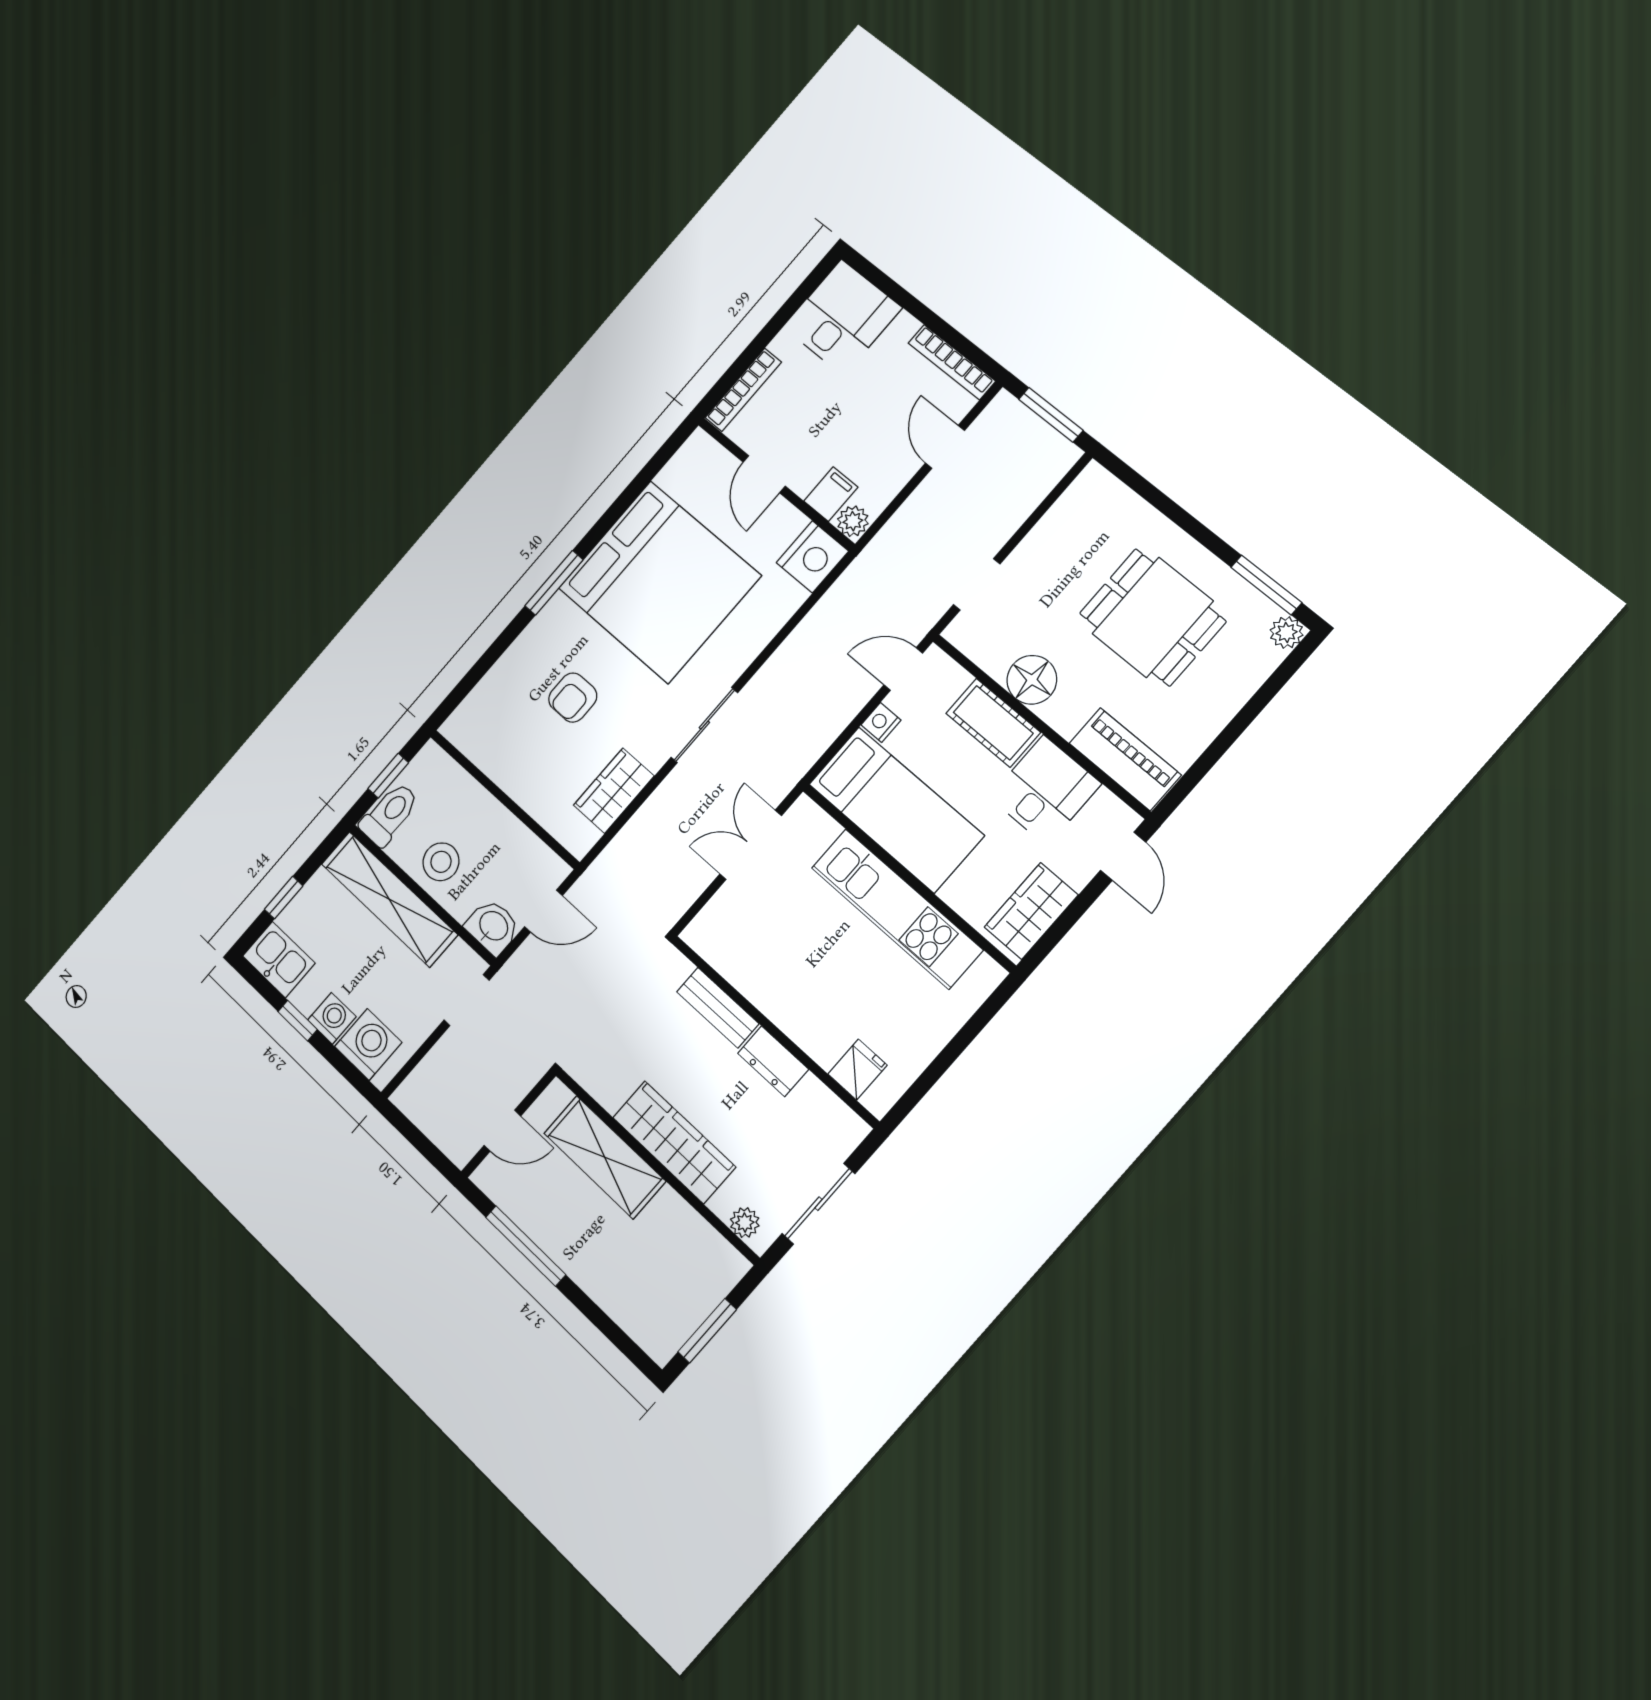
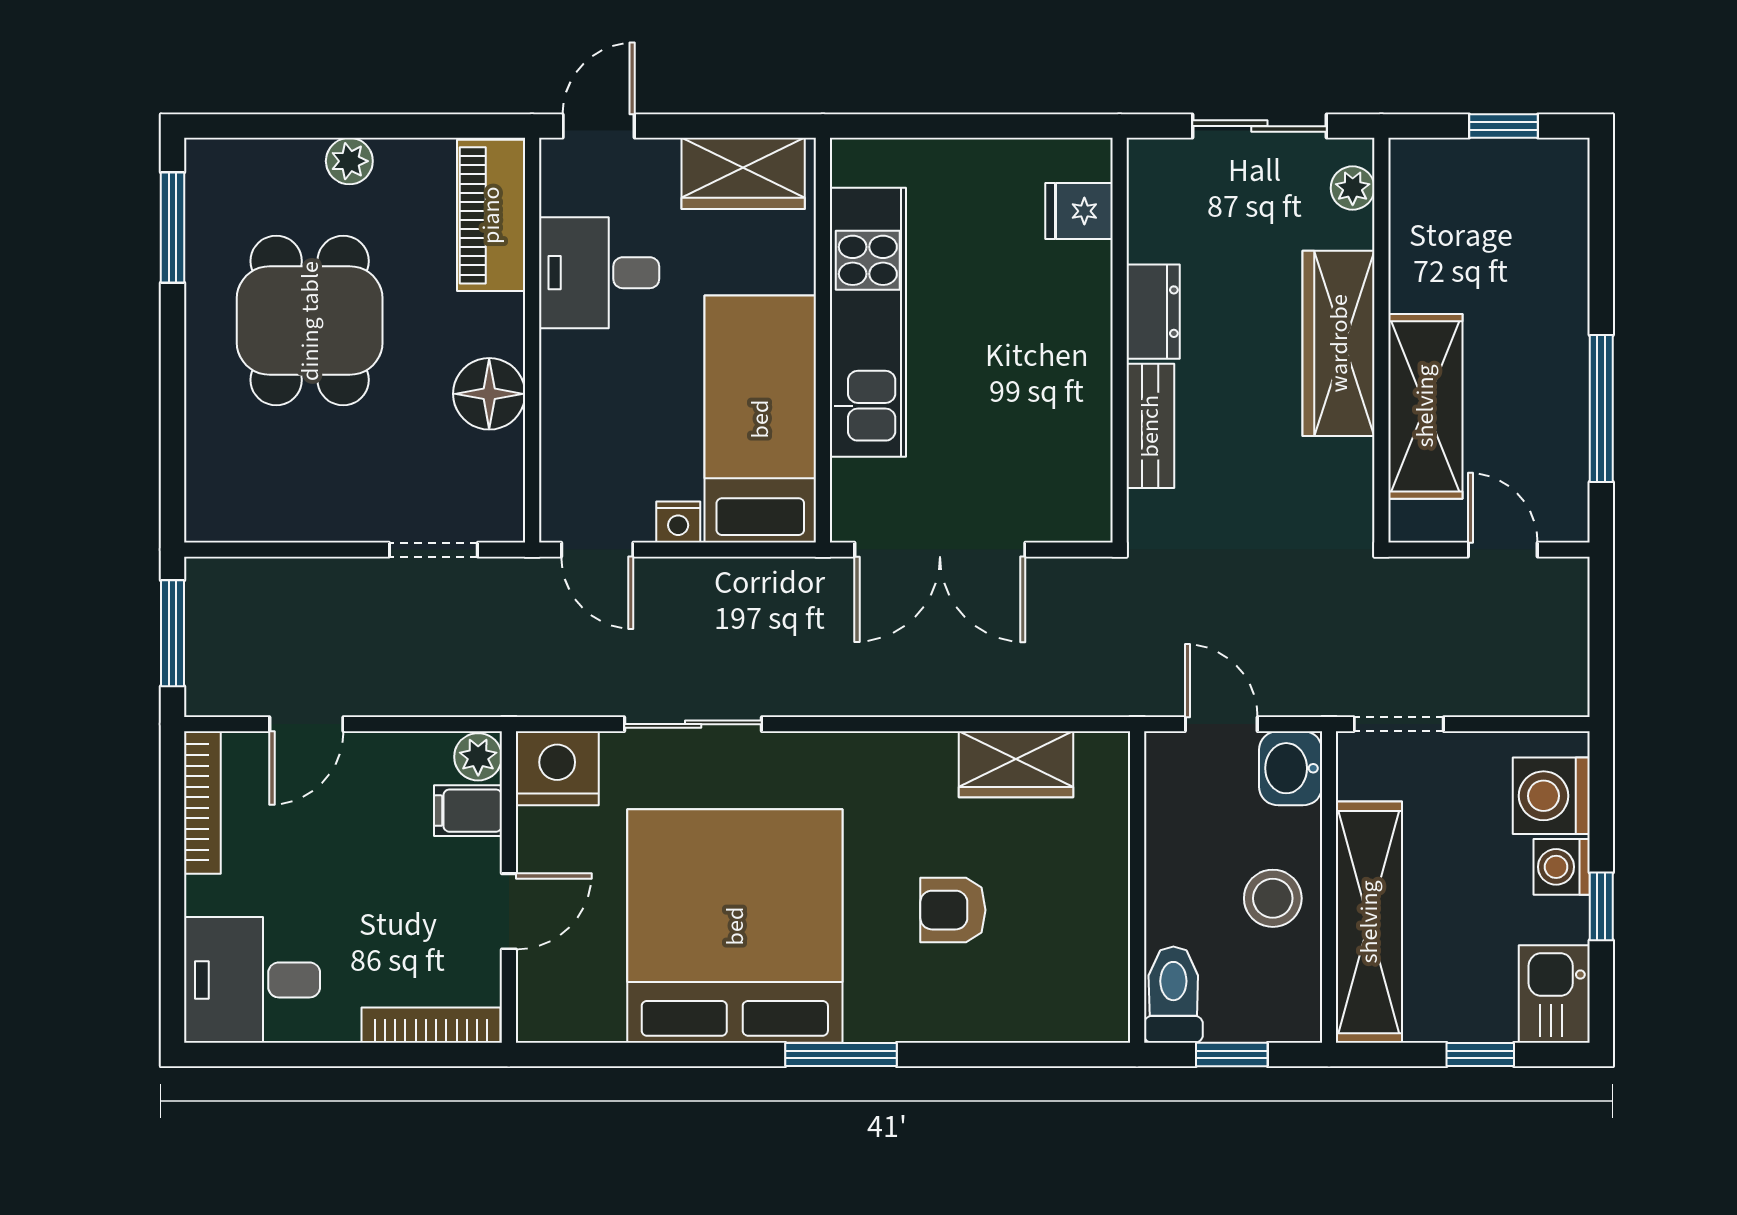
plant: (1286, 633) -> (349, 161), moved
armchair: (573, 698) -> (953, 910), turned 180
cot: (993, 723) -> (573, 395), removed
sliding door: (704, 725) -> (693, 724), moved
toilet: (389, 814) -> (1173, 995), moved, turned 90
double door: (751, 845) -> (940, 550), width x1.37
window: (707, 1331) -> (1503, 126), width x0.67

